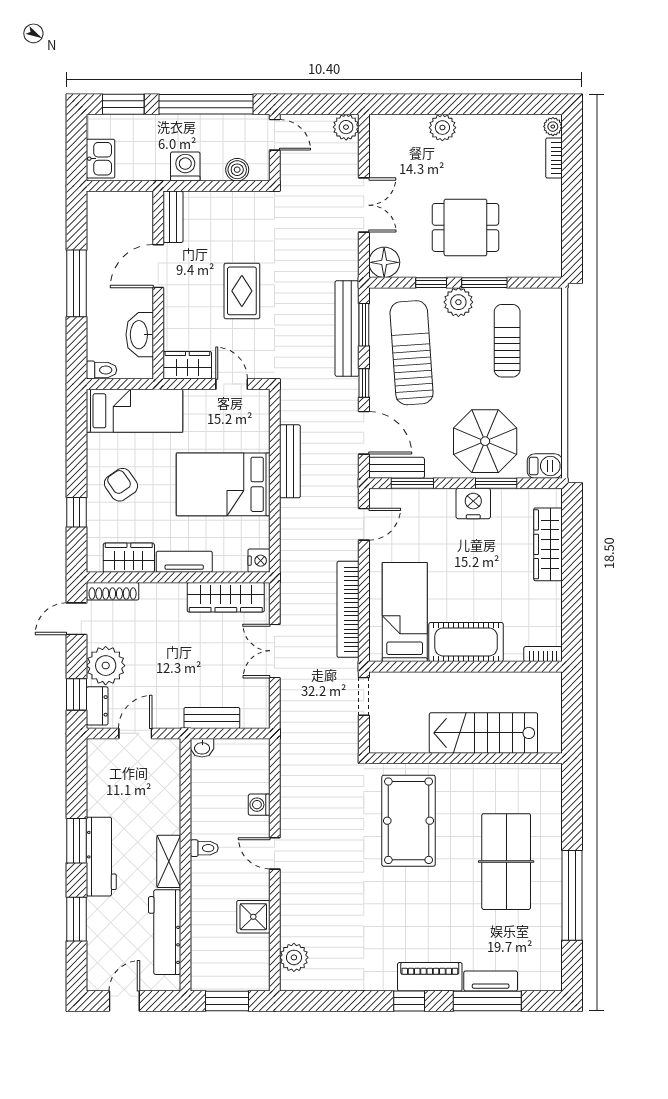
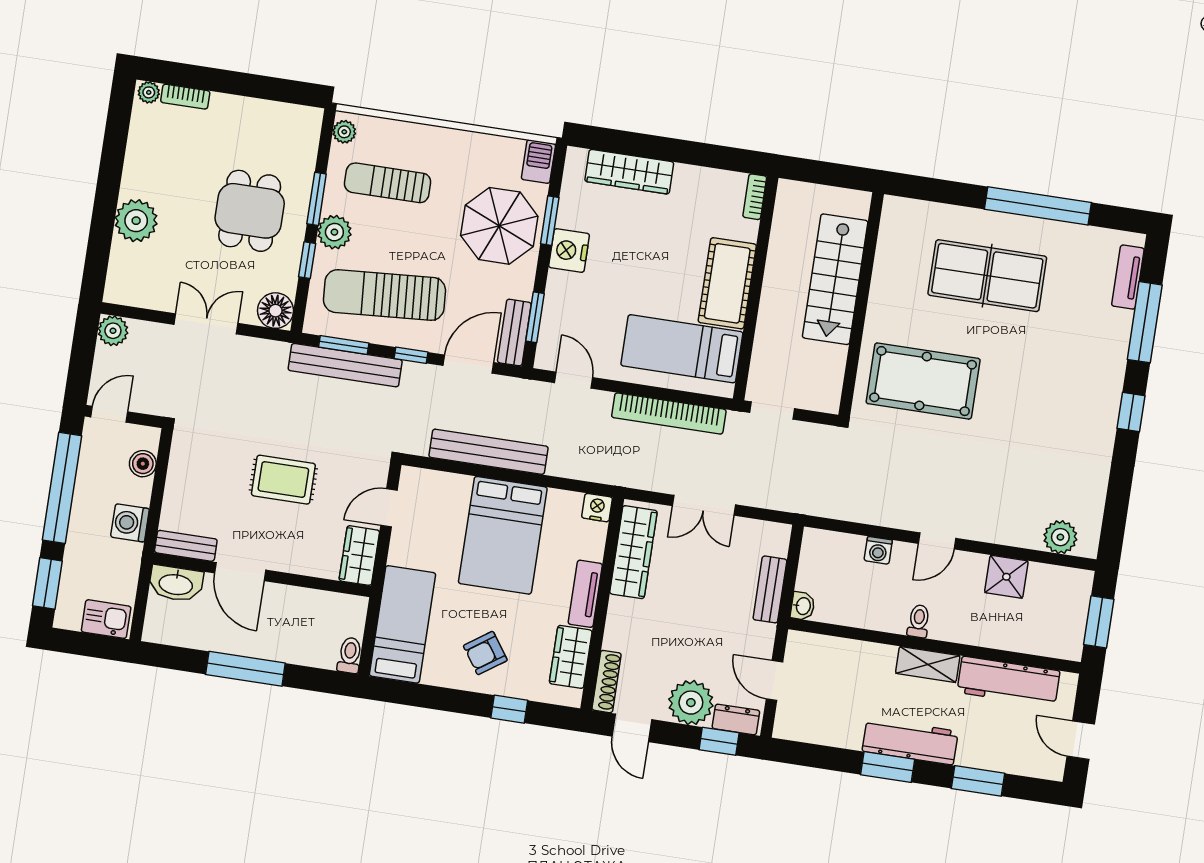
plant: (442, 128) -> (136, 221), width x1.36, depth x1.36
plant: (545, 297) -> (344, 132), added
washbasin: (140, 335) -> (176, 584), moved
bench: (290, 461) -> (488, 452), width x1.37, depth x1.21
piano: (430, 977) -> (1107, 384), removed
tv unit: (491, 981) -> (1128, 277), moved

